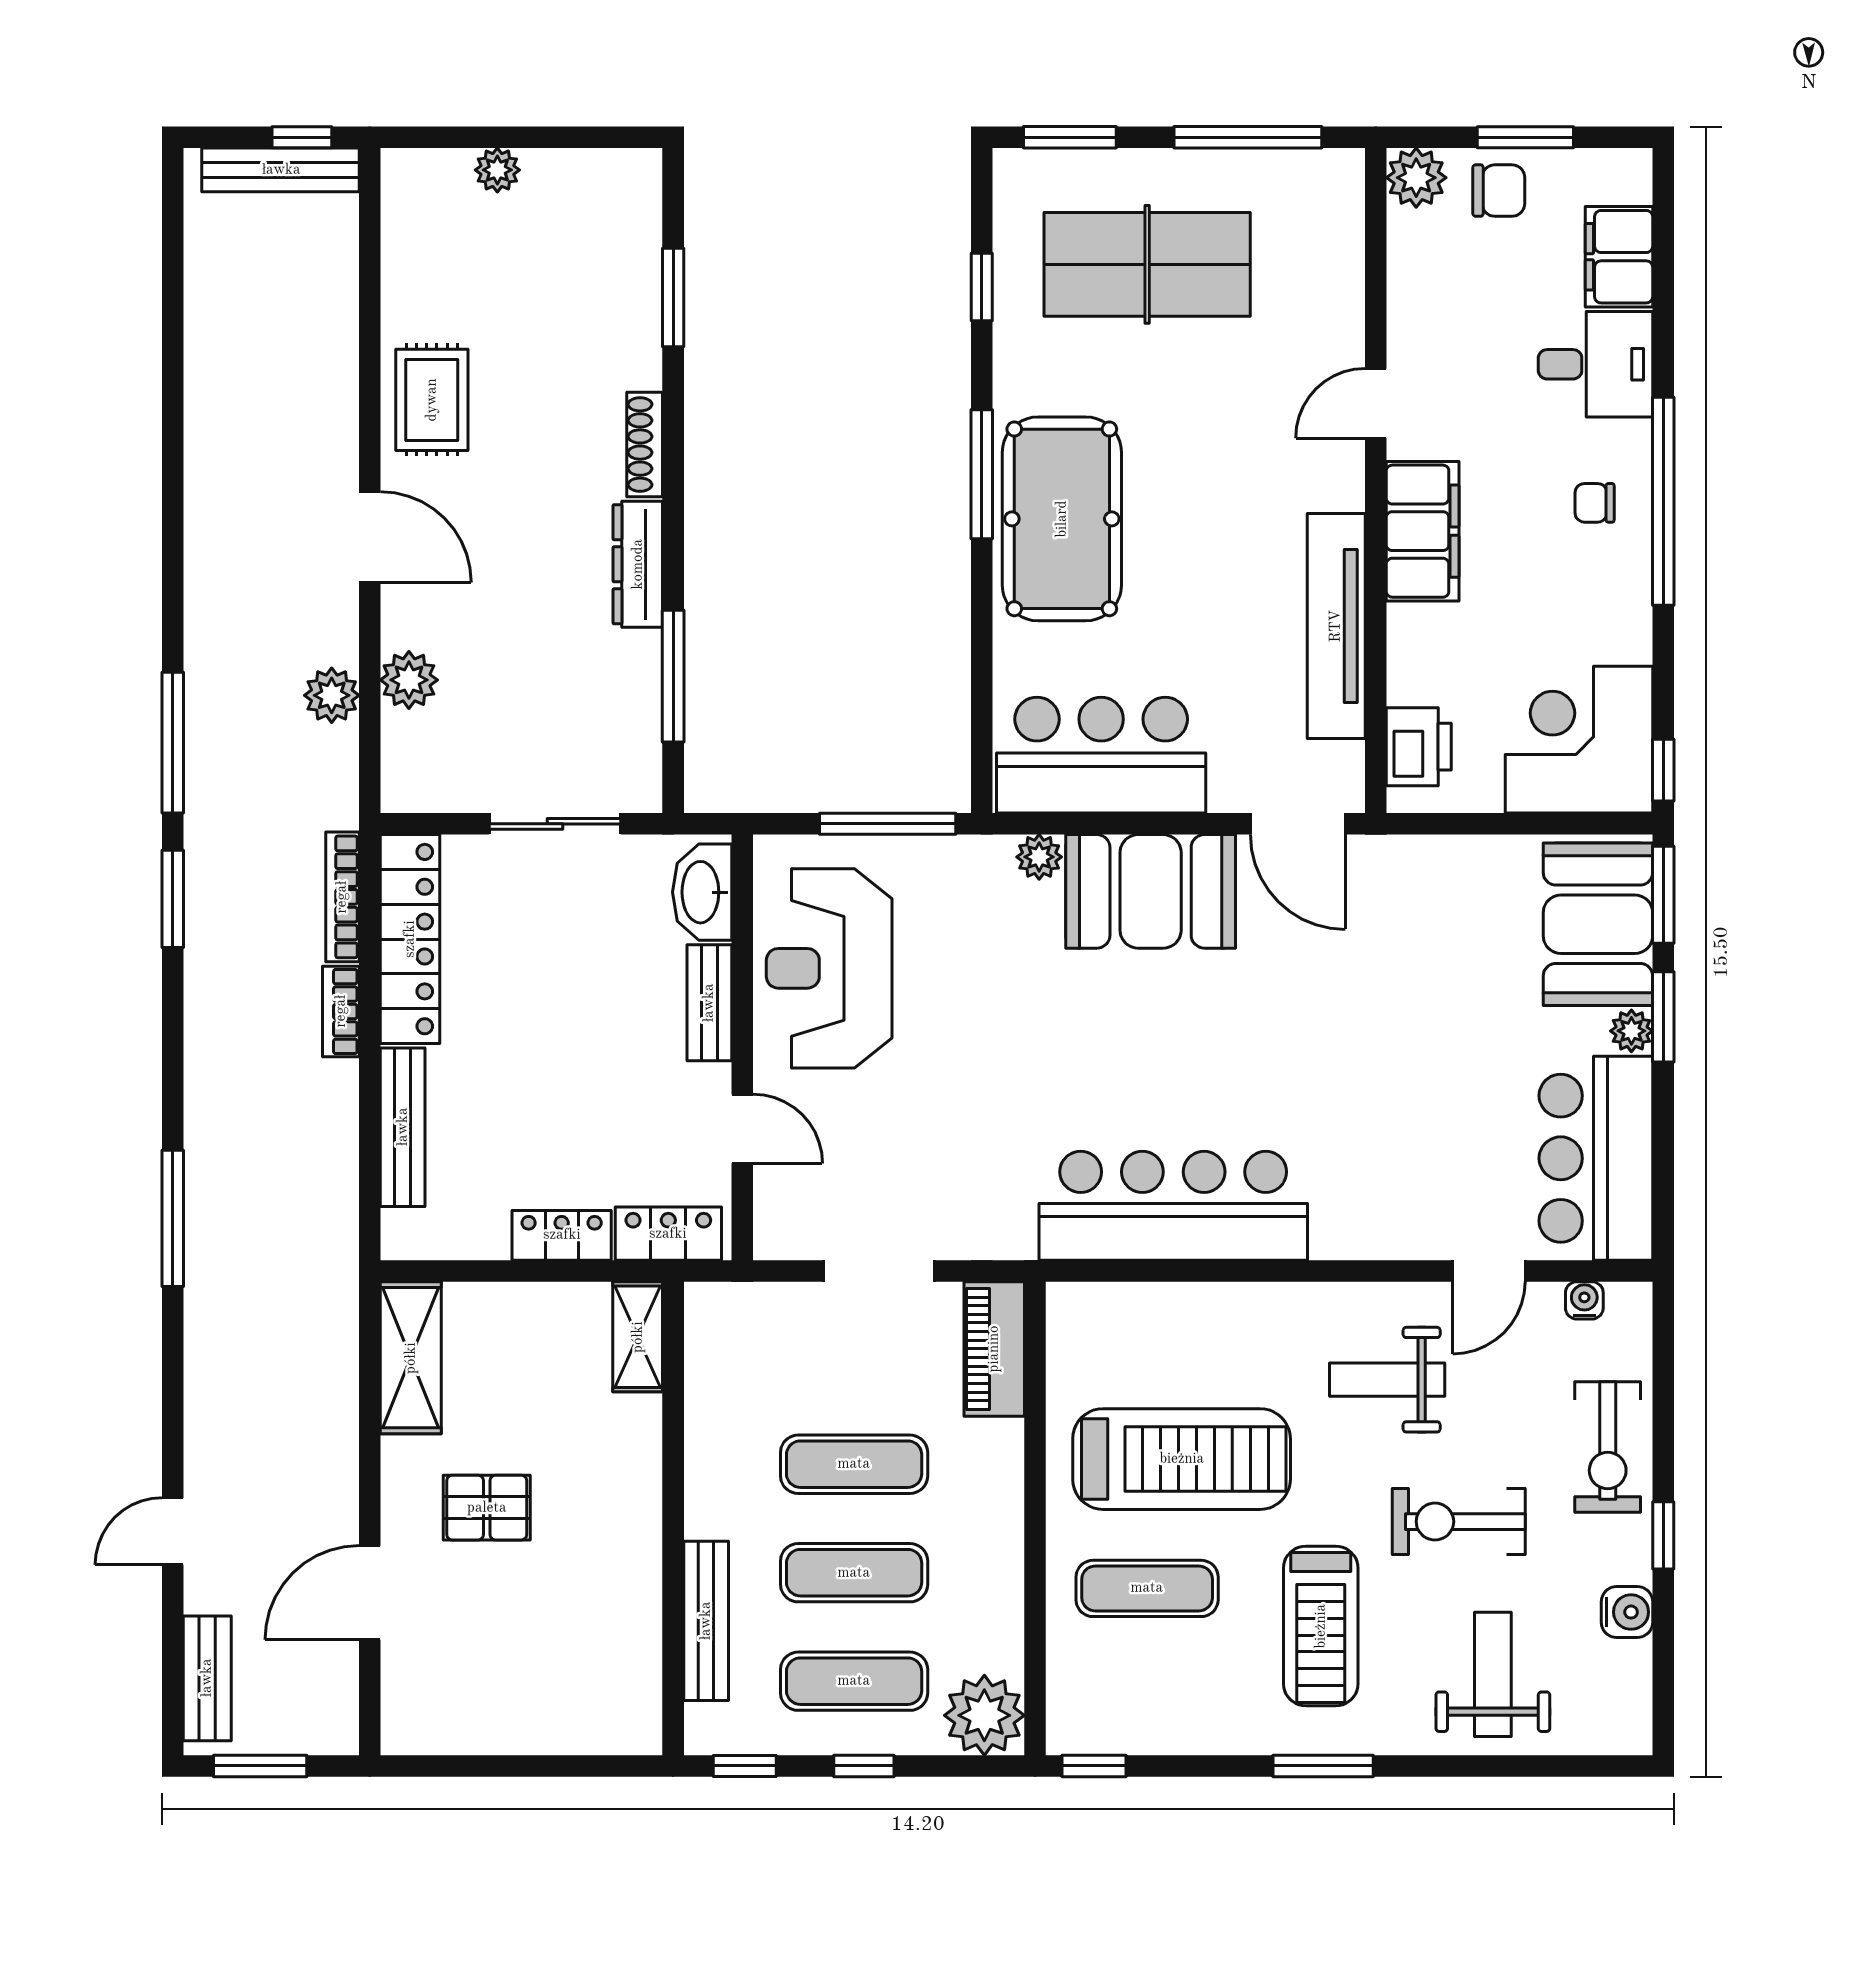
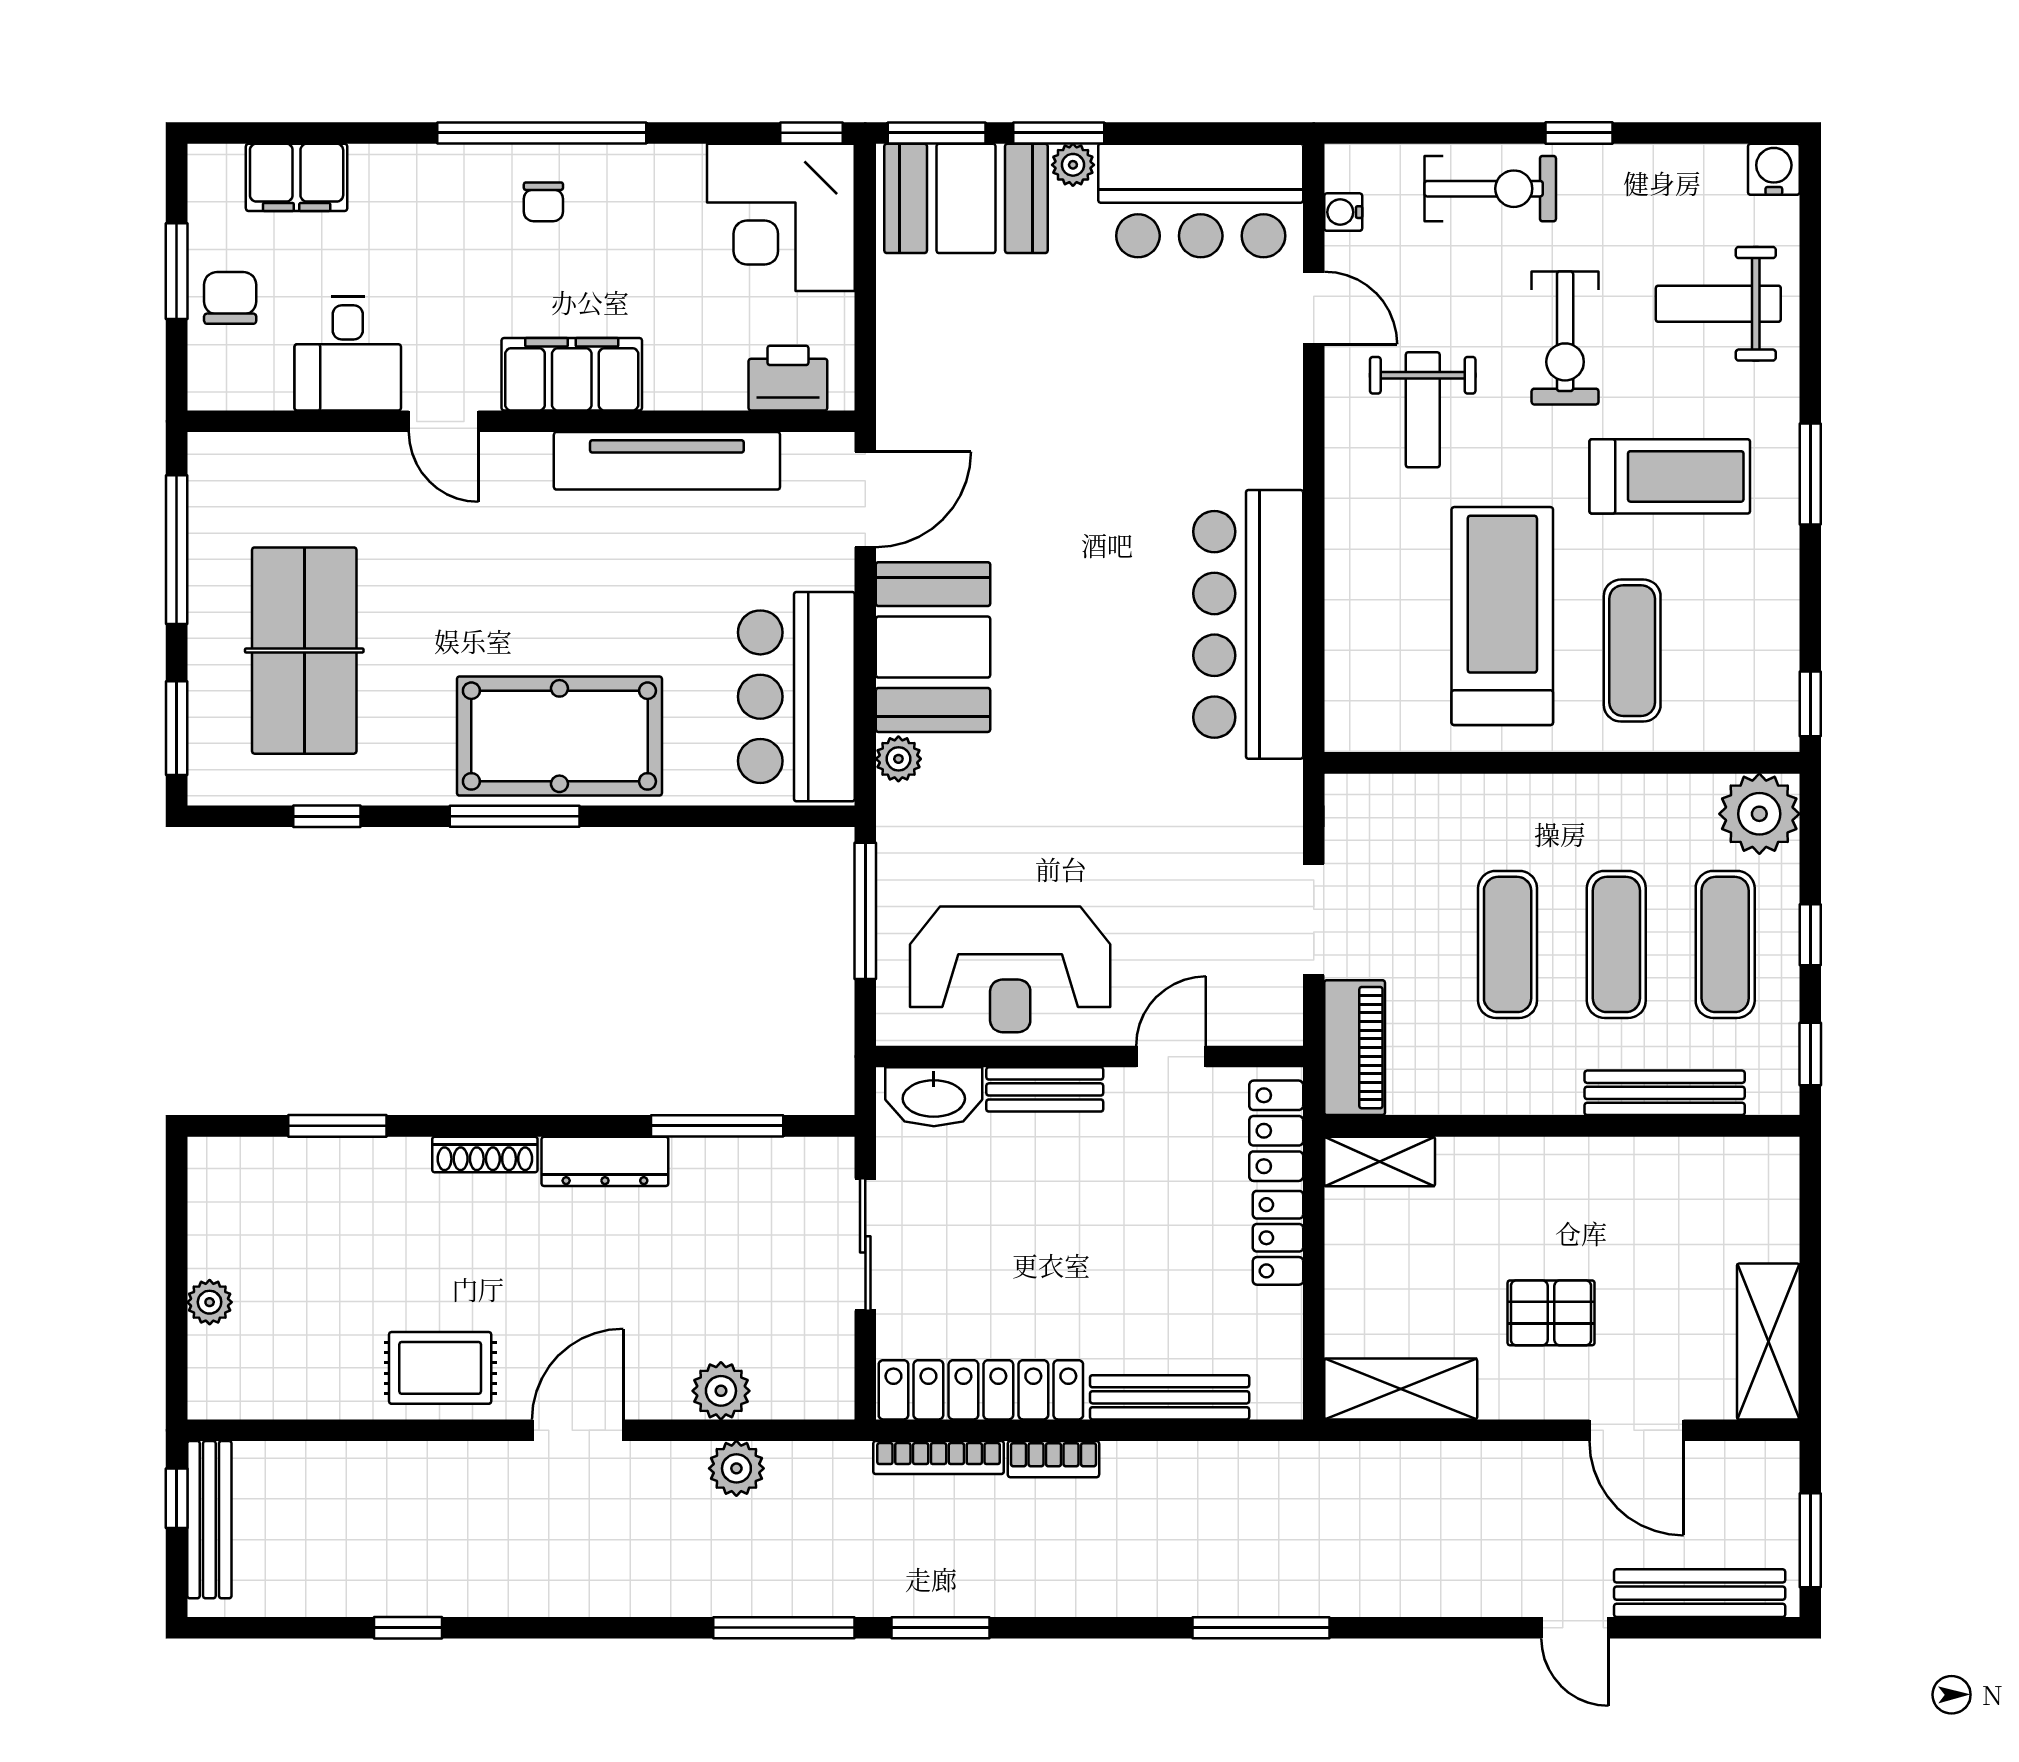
plant: (1416, 178) -> (217, 381), removed
desk: (1595, 364) -> (348, 353), moved, turned 180
window: (173, 368) -> (408, 1628), added
piano: (994, 1349) -> (1355, 1048), moved, turned -90
pallet: (487, 1508) -> (1551, 1313), turned 90
water cooler: (1627, 1612) -> (1774, 169), moved
bench: (207, 1678) -> (1700, 1593), width x1.36
shelving: (458, 1724) -> (1768, 1341), added

